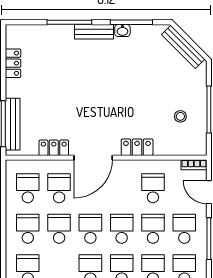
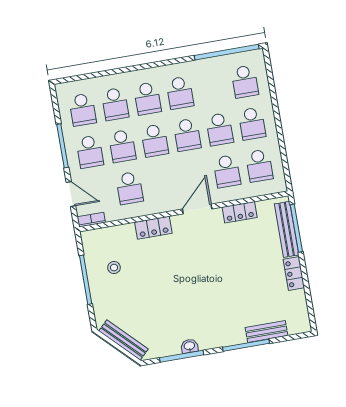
bench: (94, 32) -> (267, 332), moved
locker: (13, 63) -> (294, 274), moved
door: (93, 158) -> (197, 209), width x0.73

